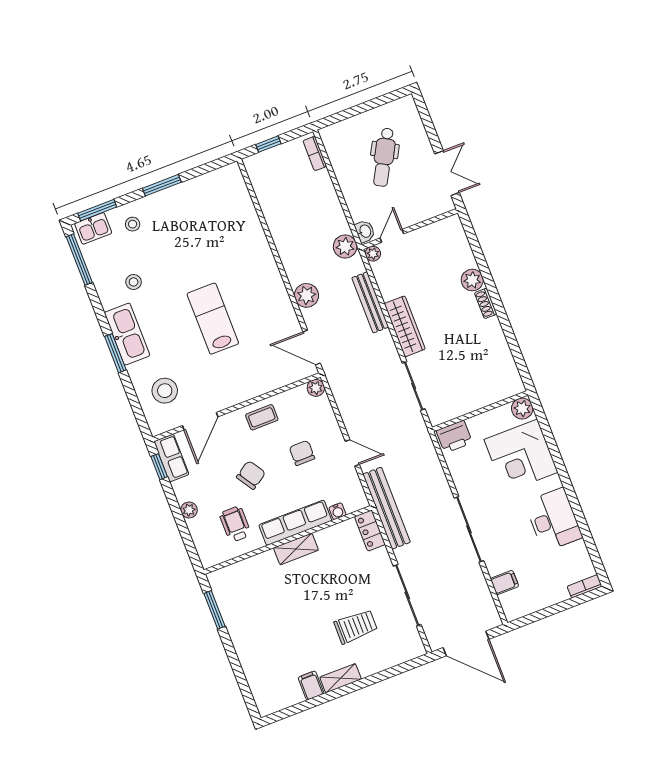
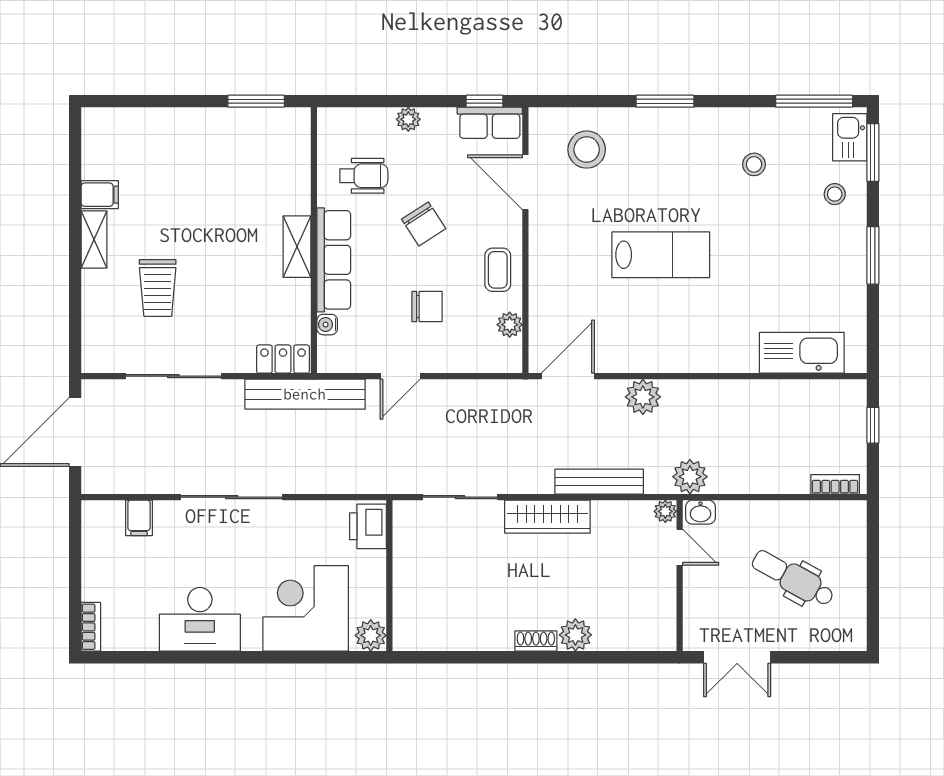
kitchen sink: (127, 334) -> (802, 353), moved, turned 180
plant: (316, 388) -> (510, 325), moved

